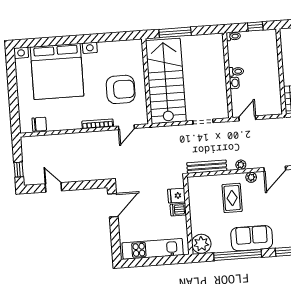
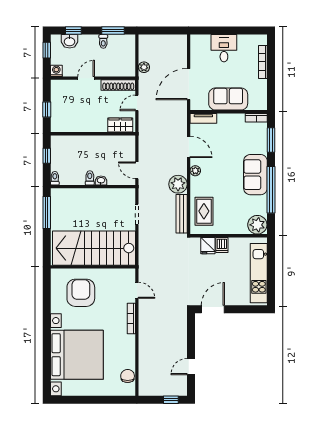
window: (175, 32) -> (47, 213), moved
armchair: (121, 89) -> (81, 293), moved
plant: (241, 165) -> (178, 184), width x1.87, depth x1.87
rug: (232, 198) -> (204, 211), moved, turned 90
door: (113, 205) -> (213, 309), hinge flipped

